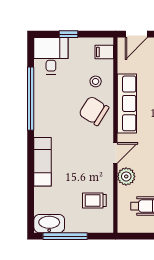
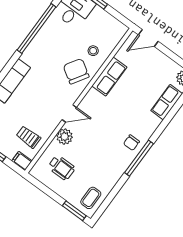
filing cabinet: (104, 52) -> (22, 161), moved
row of seats: (127, 103) -> (109, 77), width x0.68

